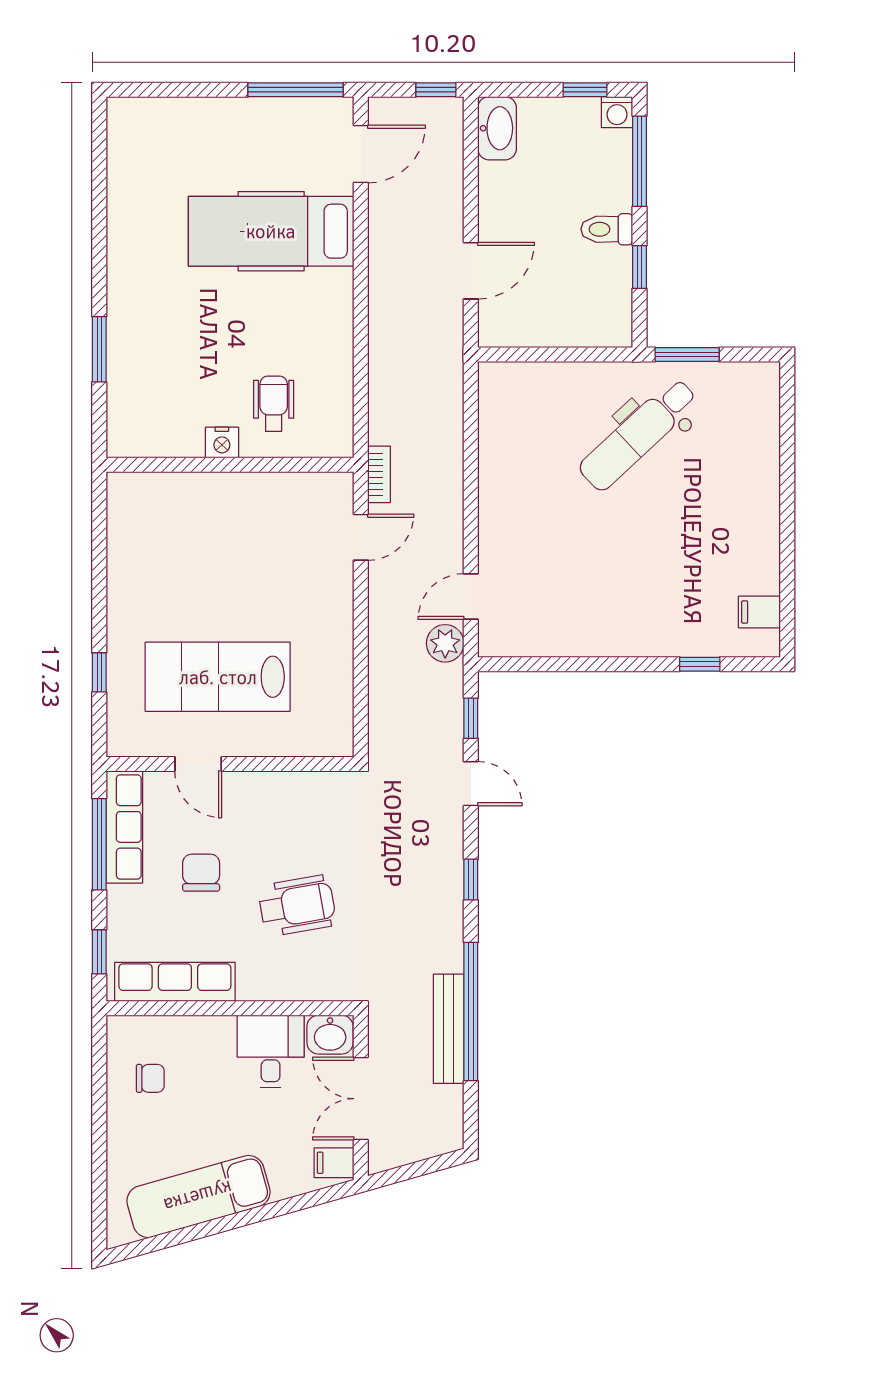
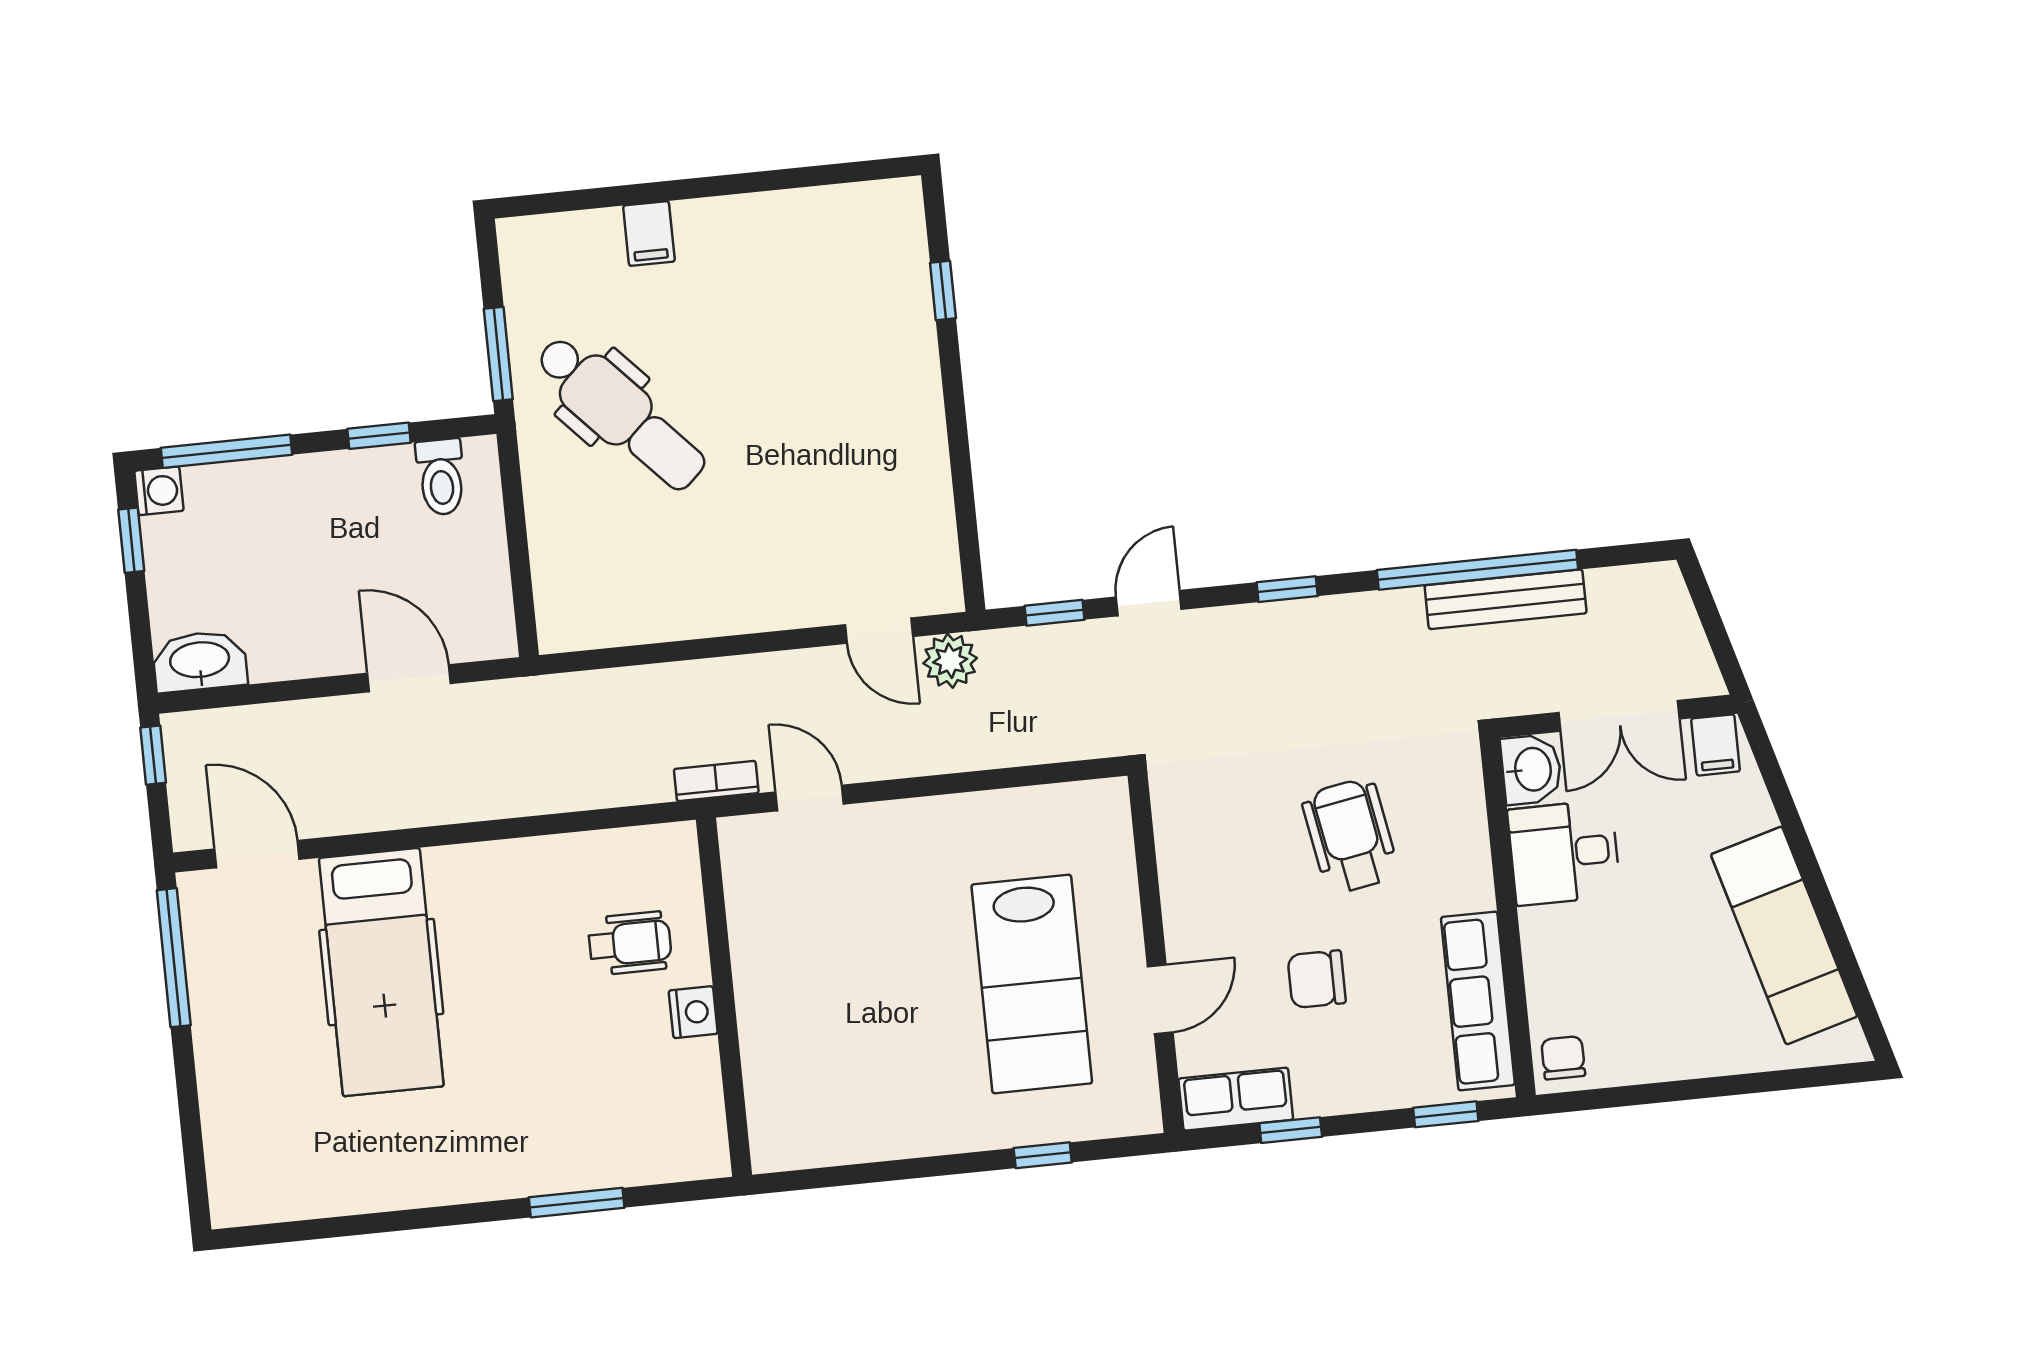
toilet: (607, 229) -> (441, 477), moved
wheelchair: (274, 404) -> (630, 943), turned 180
filing cabinet: (759, 612) -> (649, 234), moved
row of seats: (124, 827) -> (1236, 1099), width x0.68
window: (99, 844) -> (1291, 1130), width x0.46
chair: (150, 1078) -> (1563, 1058), moved

